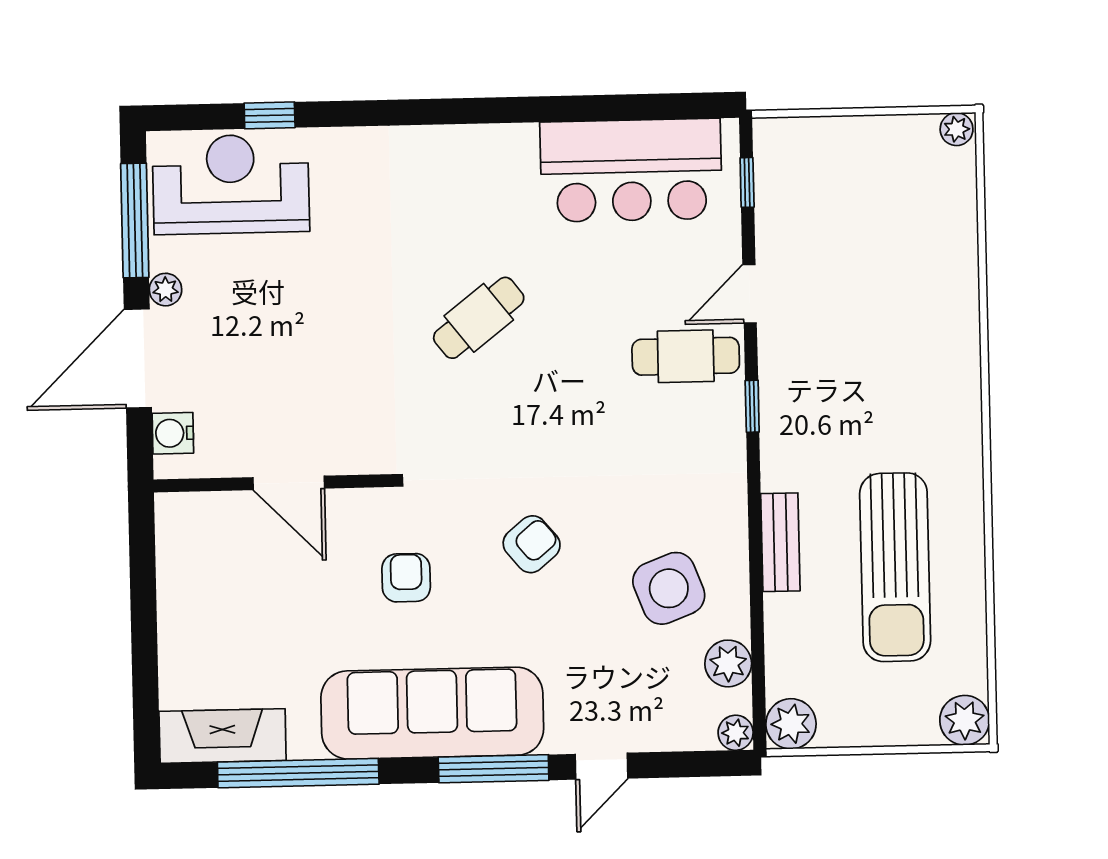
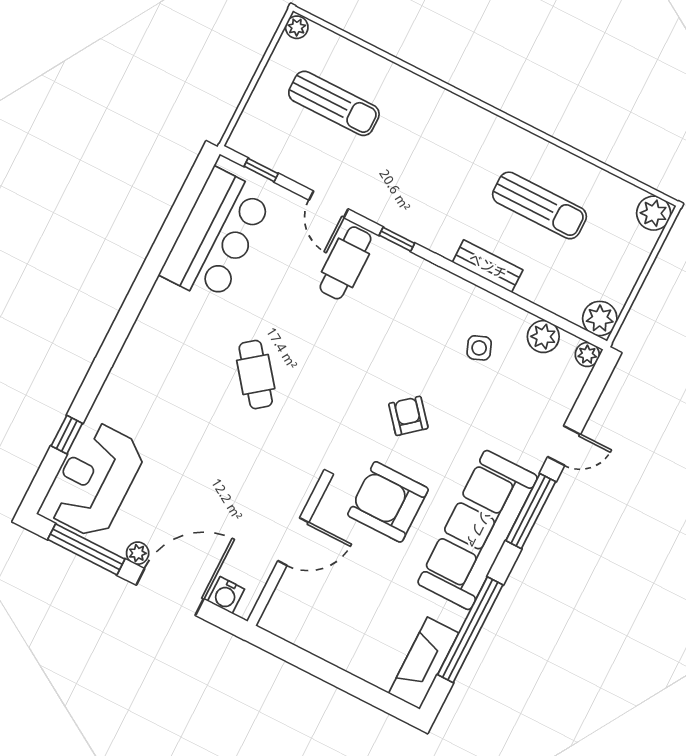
sun lounger: (884, 230) -> (334, 103), added
door: (138, 358) -> (170, 592), swing flipped
sun lounger: (895, 567) -> (539, 205), width x0.73, depth x0.75
armchair: (406, 578) -> (388, 502), width x1.88, depth x1.88
side table: (669, 588) -> (479, 348), width x0.54, depth x0.54
door: (602, 766) -> (564, 446), hinge flipped

